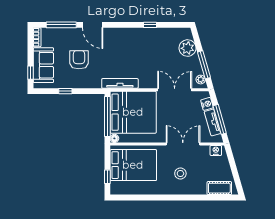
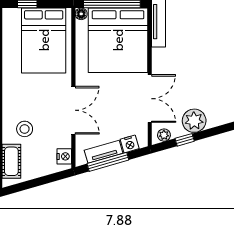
plant: (188, 48) -> (194, 121), moved
window: (204, 65) -> (185, 140), width x0.46
stool: (180, 174) -> (25, 129), moved

